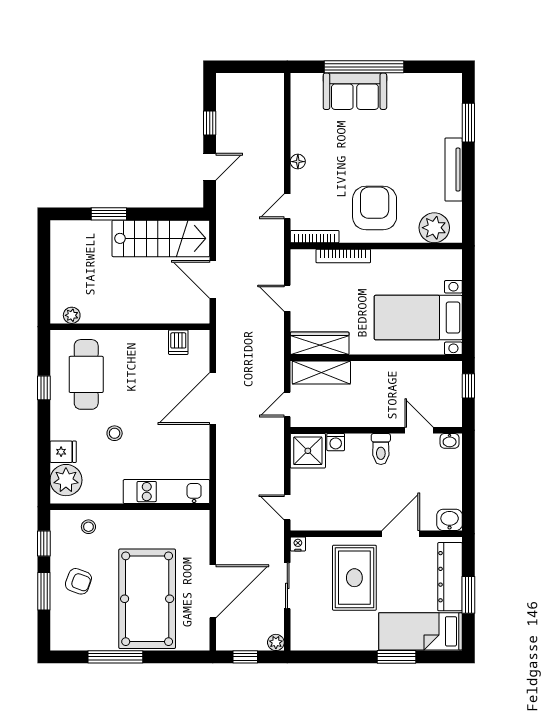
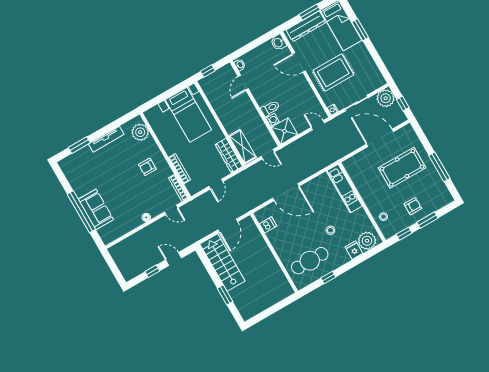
armchair: (375, 208) -> (147, 167), width x0.53, depth x0.53
plant: (72, 315) -> (285, 284), removed
toilet: (381, 449) -> (270, 108), moved
door: (287, 507) -> (318, 125), swing flipped
armchair: (78, 581) -> (413, 206), turned 70
pool table: (147, 599) -> (402, 168), width x0.73, depth x0.76
plant: (276, 642) -> (386, 98), width x1.87, depth x1.87

